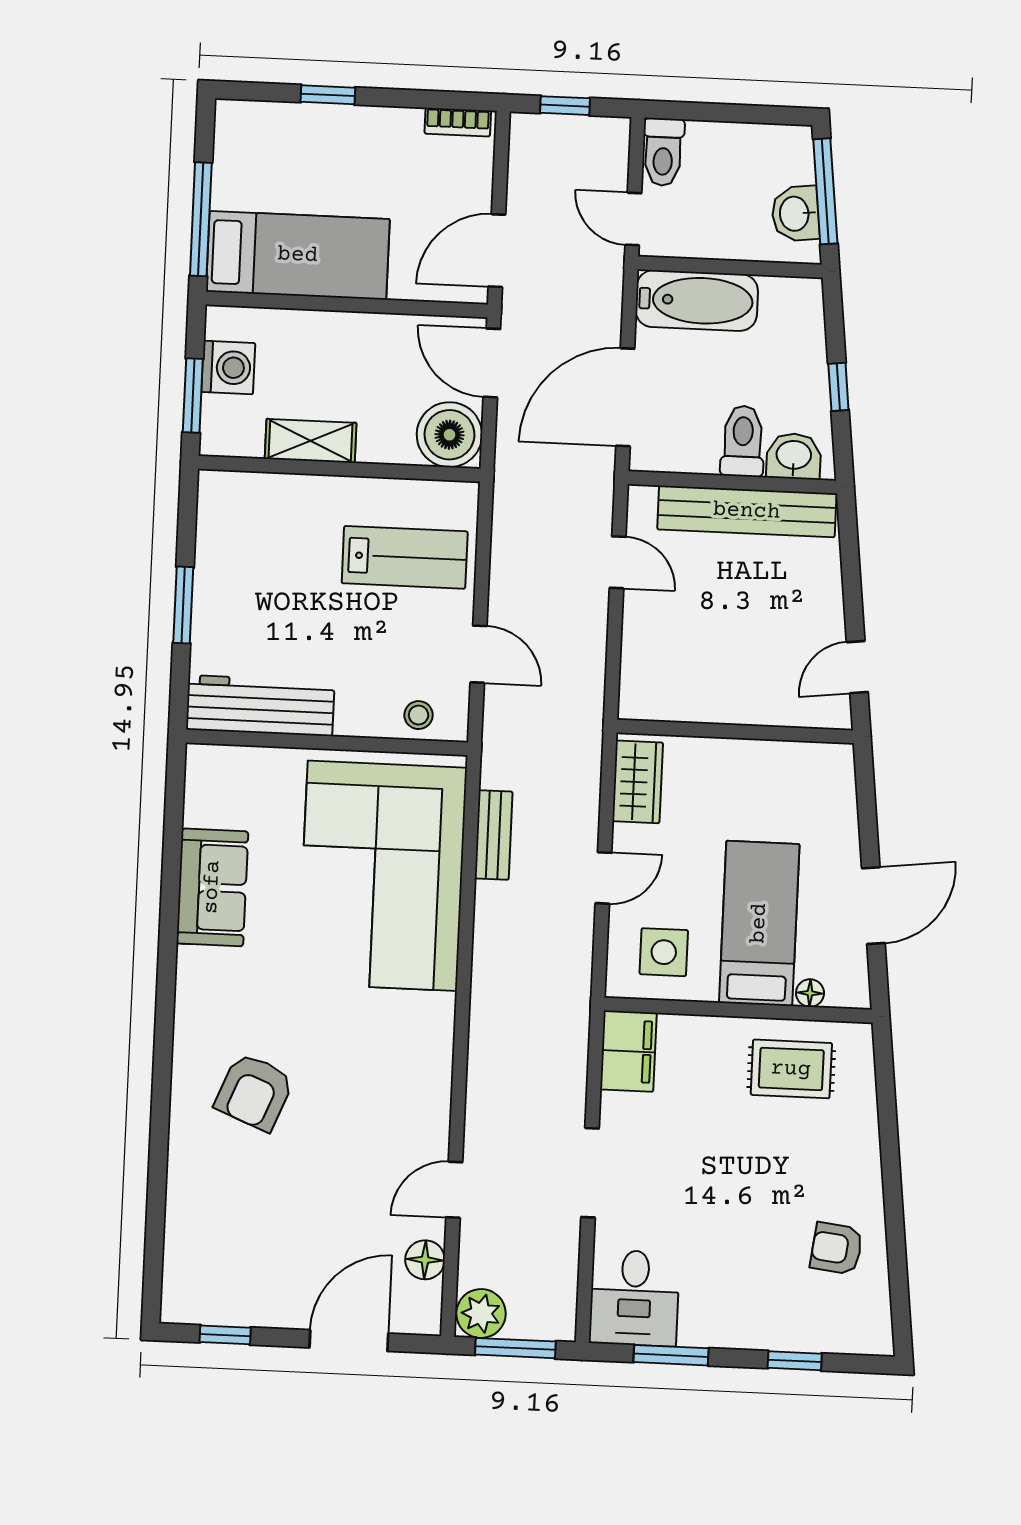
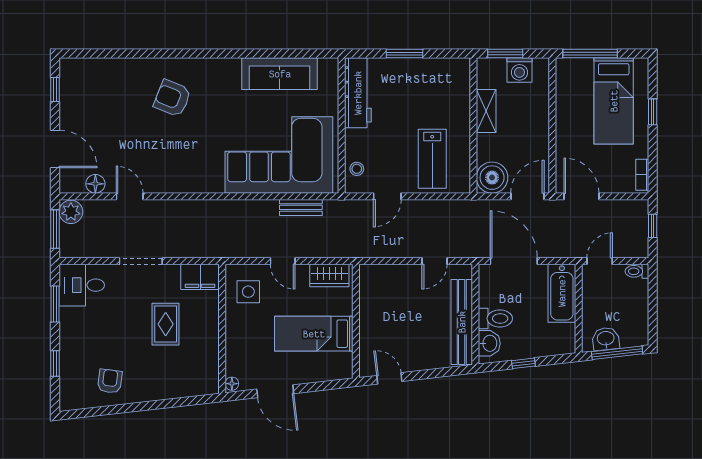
toilet: (663, 152) -> (637, 271), width x0.73, depth x0.72
bed: (298, 255) -> (614, 101), moved
sofa: (212, 887) -> (280, 74), width x1.36
bed: (759, 923) -> (314, 334), moved, turned 180
floor lamp: (810, 993) -> (232, 384), moved
rug: (791, 1069) -> (166, 324), moved

